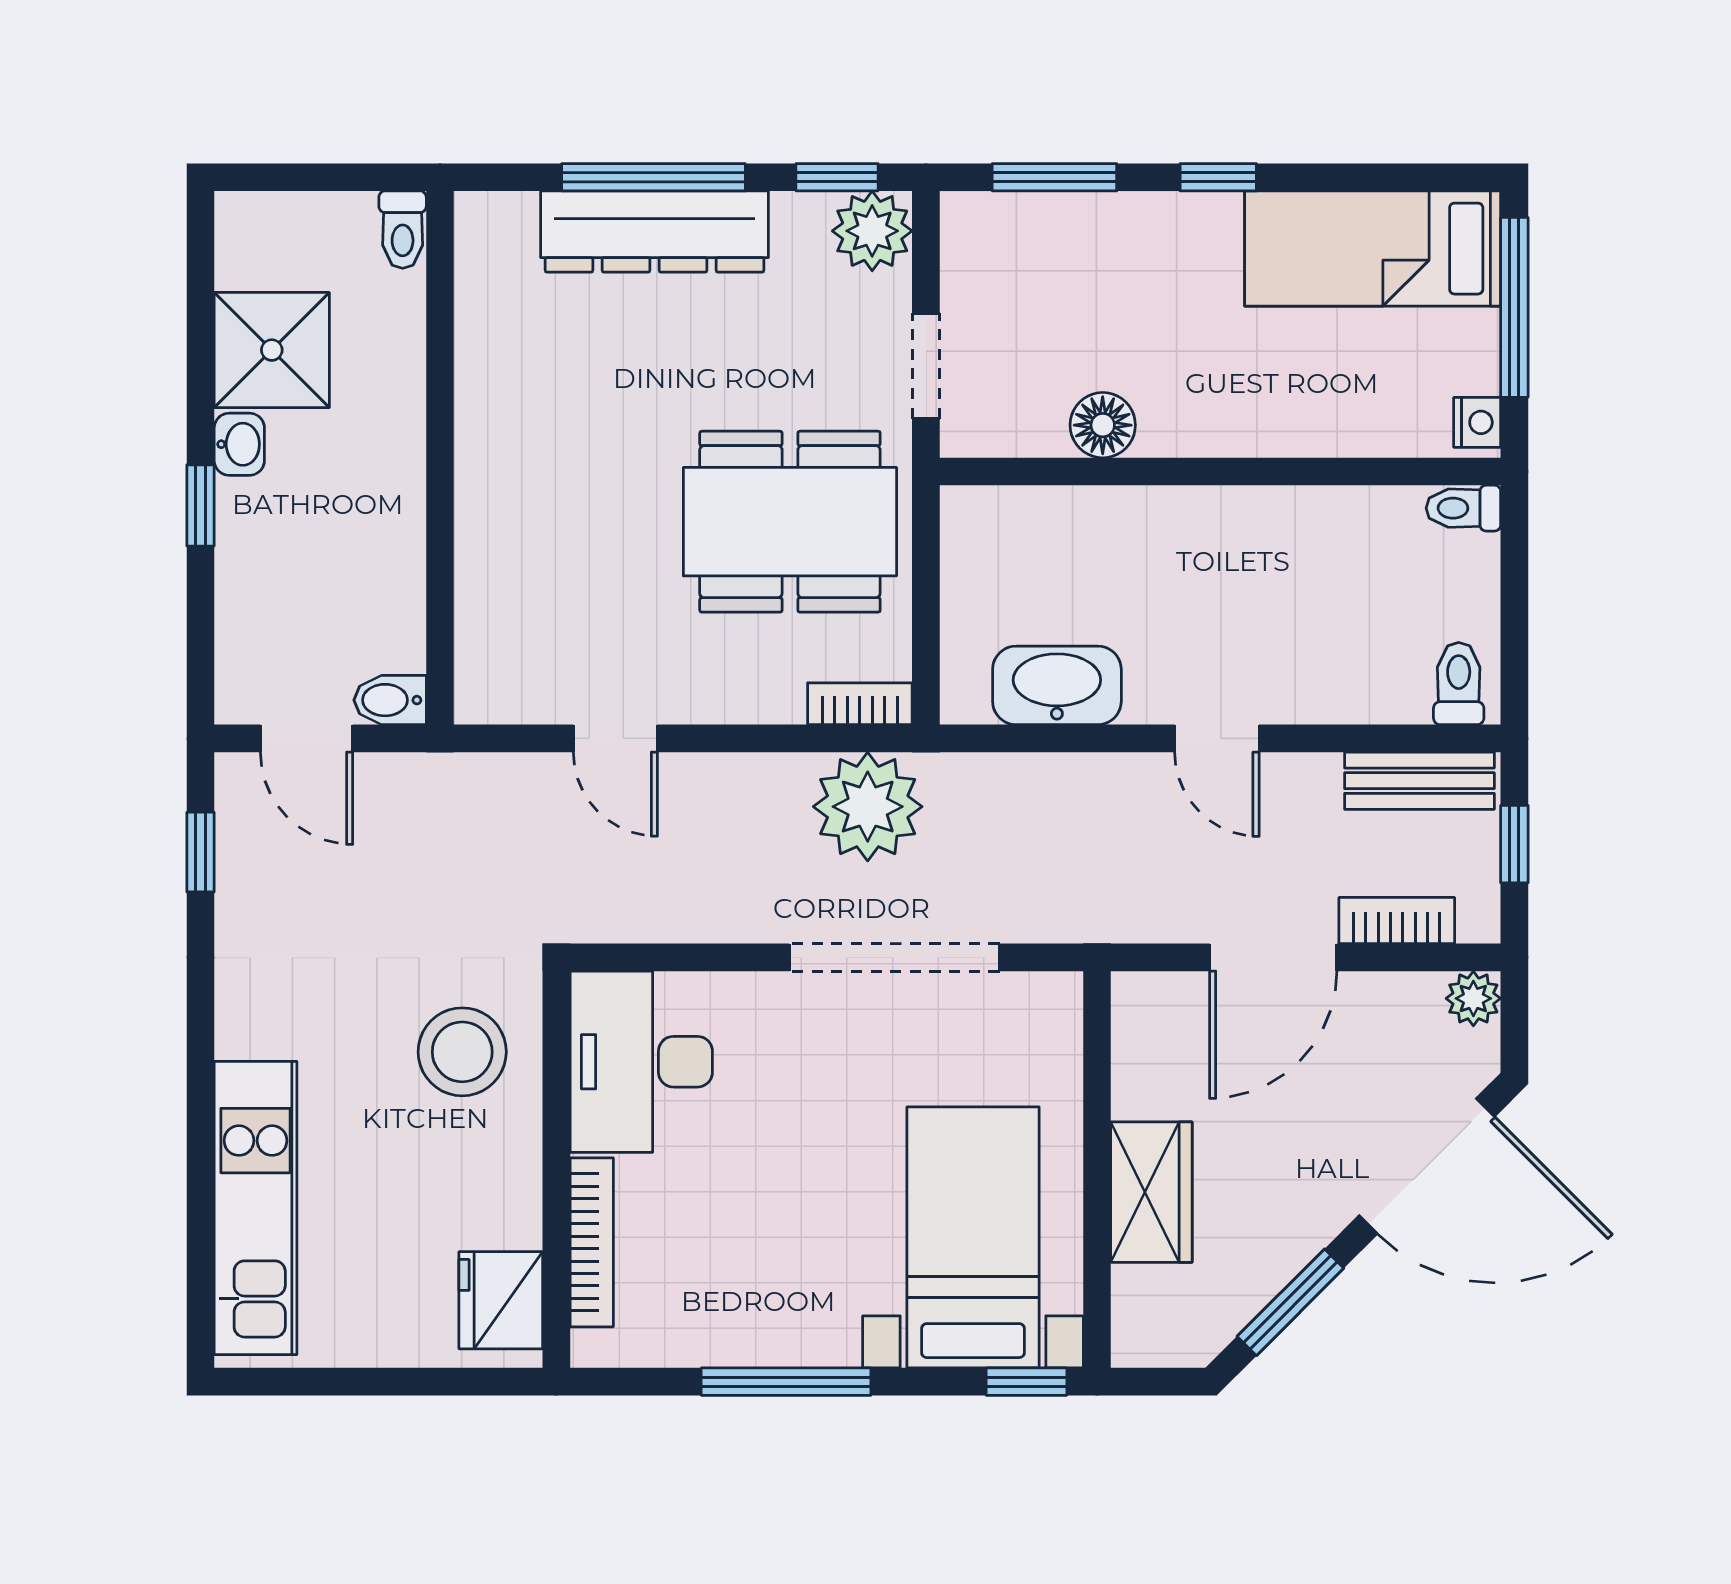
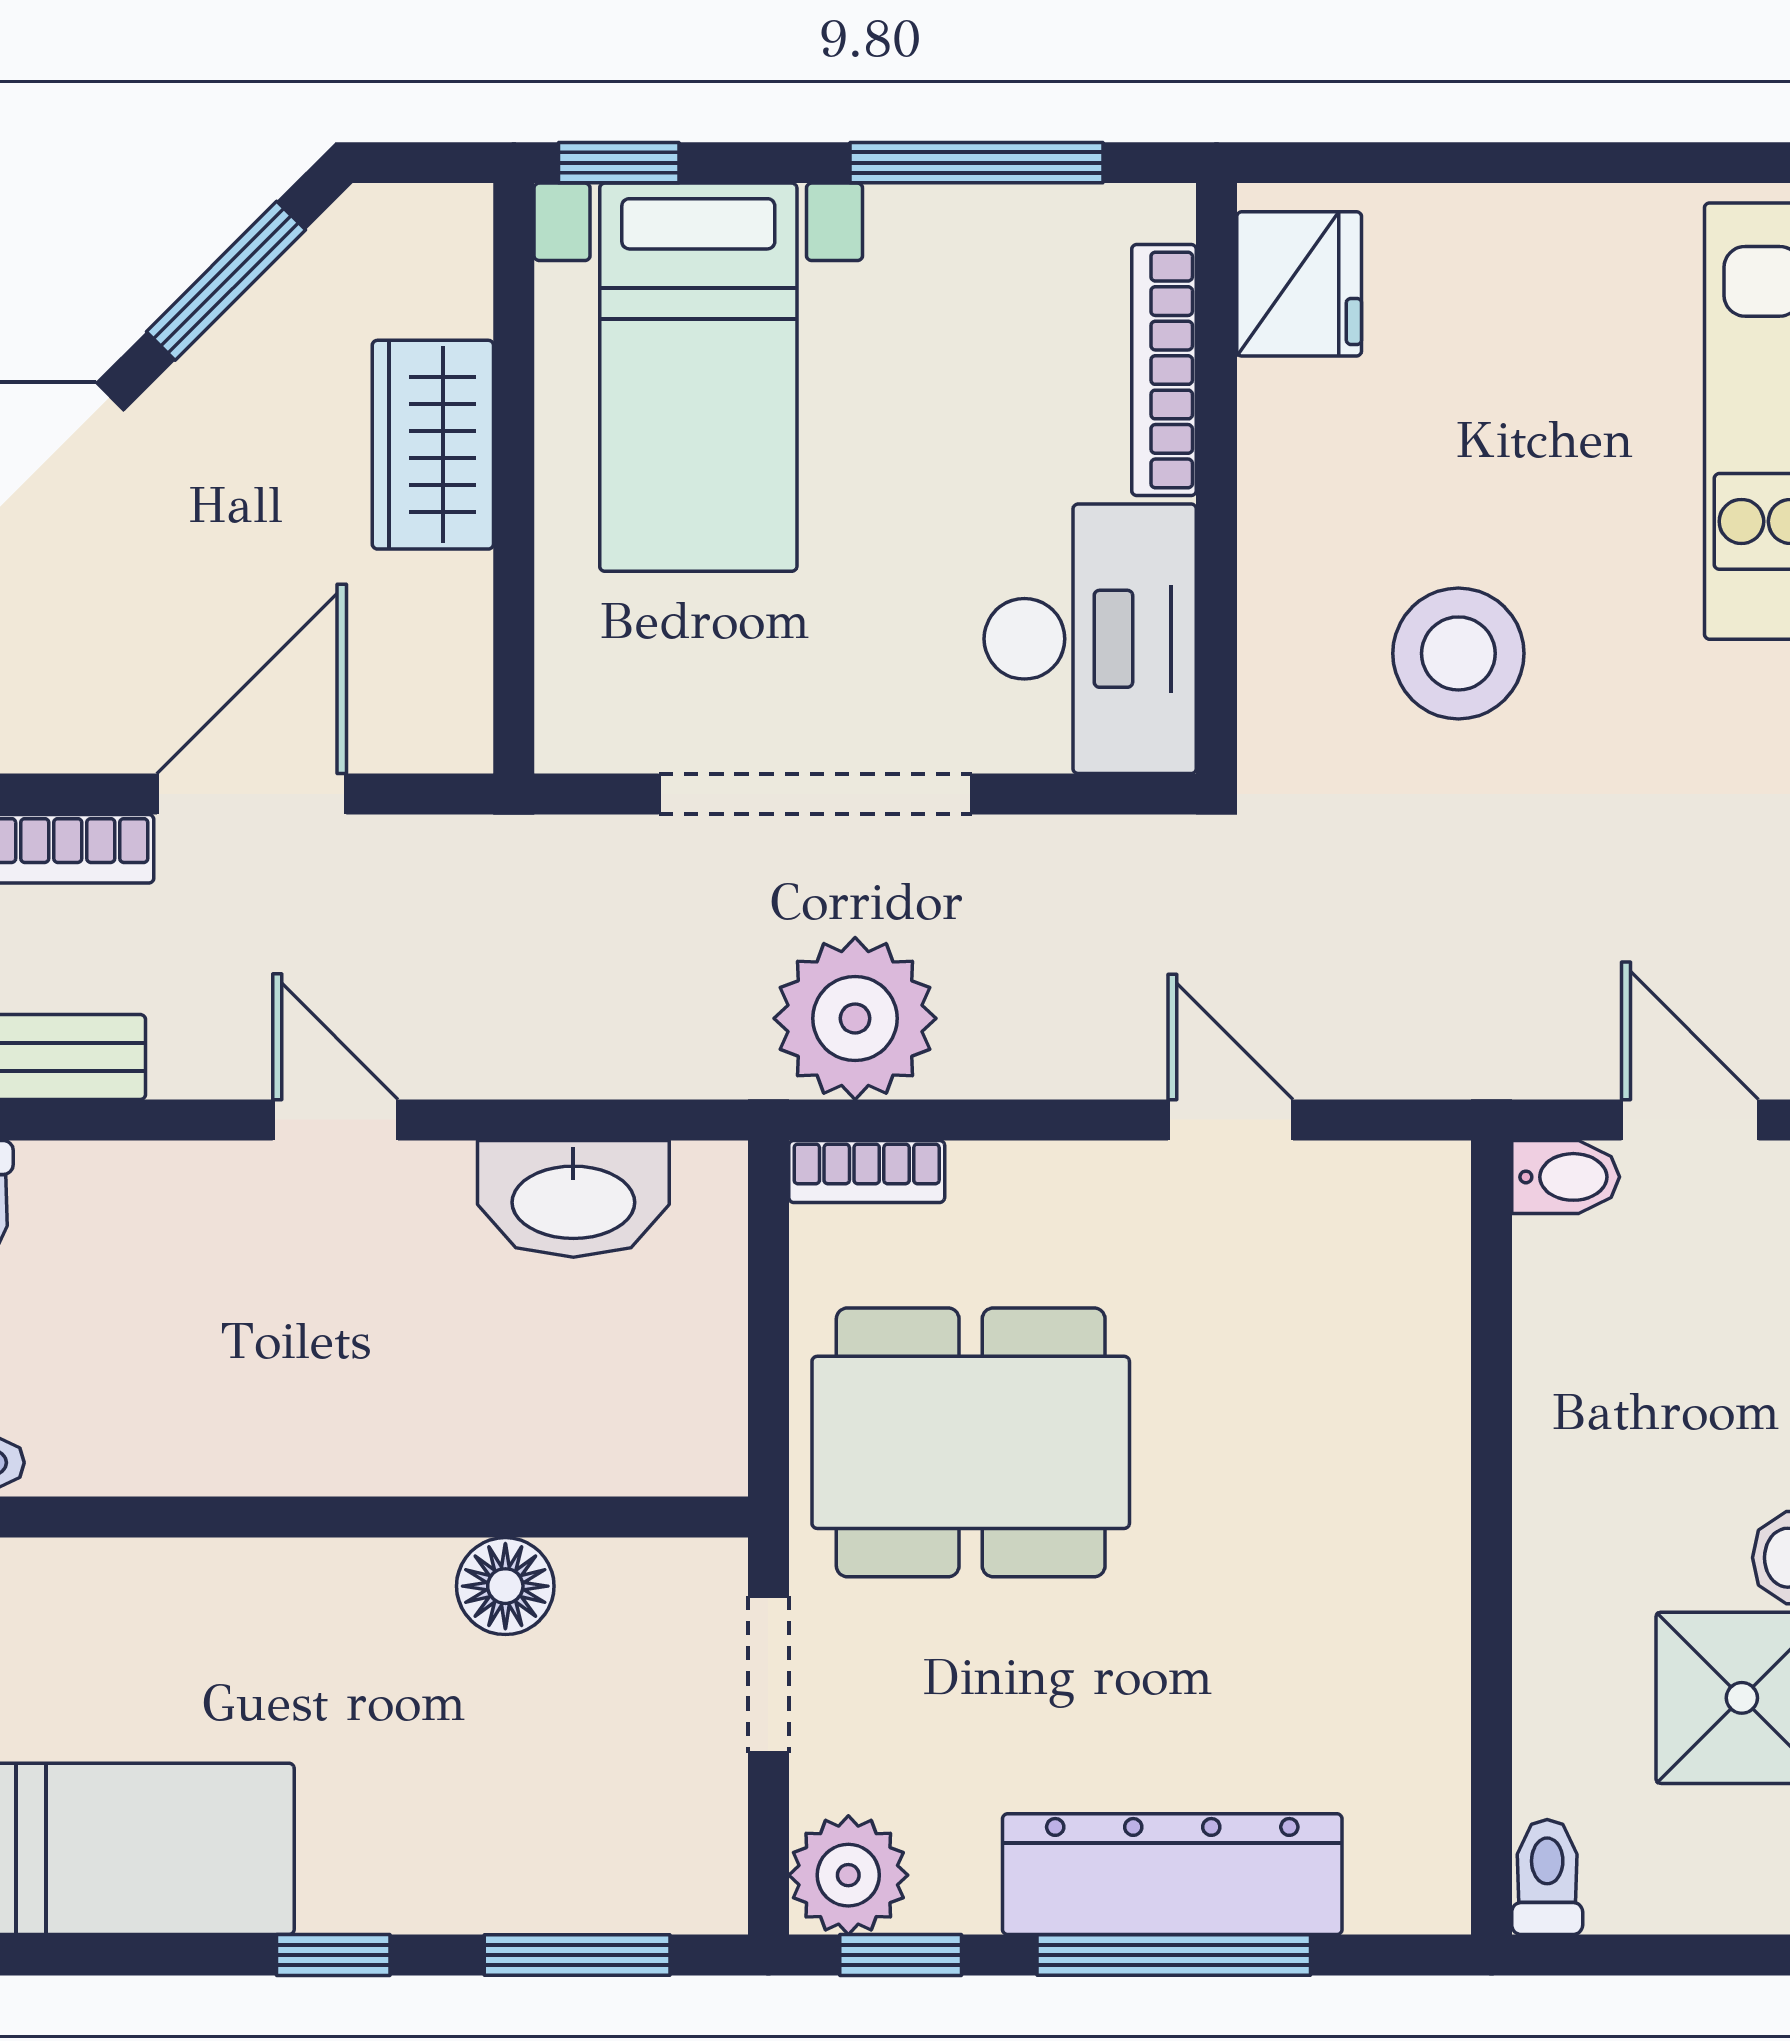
desk: (641, 1062) -> (1090, 639), moved
wall: (556, 1170) -> (1216, 478), moved
bookcase: (592, 1242) -> (1164, 370), moved
fridge: (501, 1300) -> (1299, 284), moved

